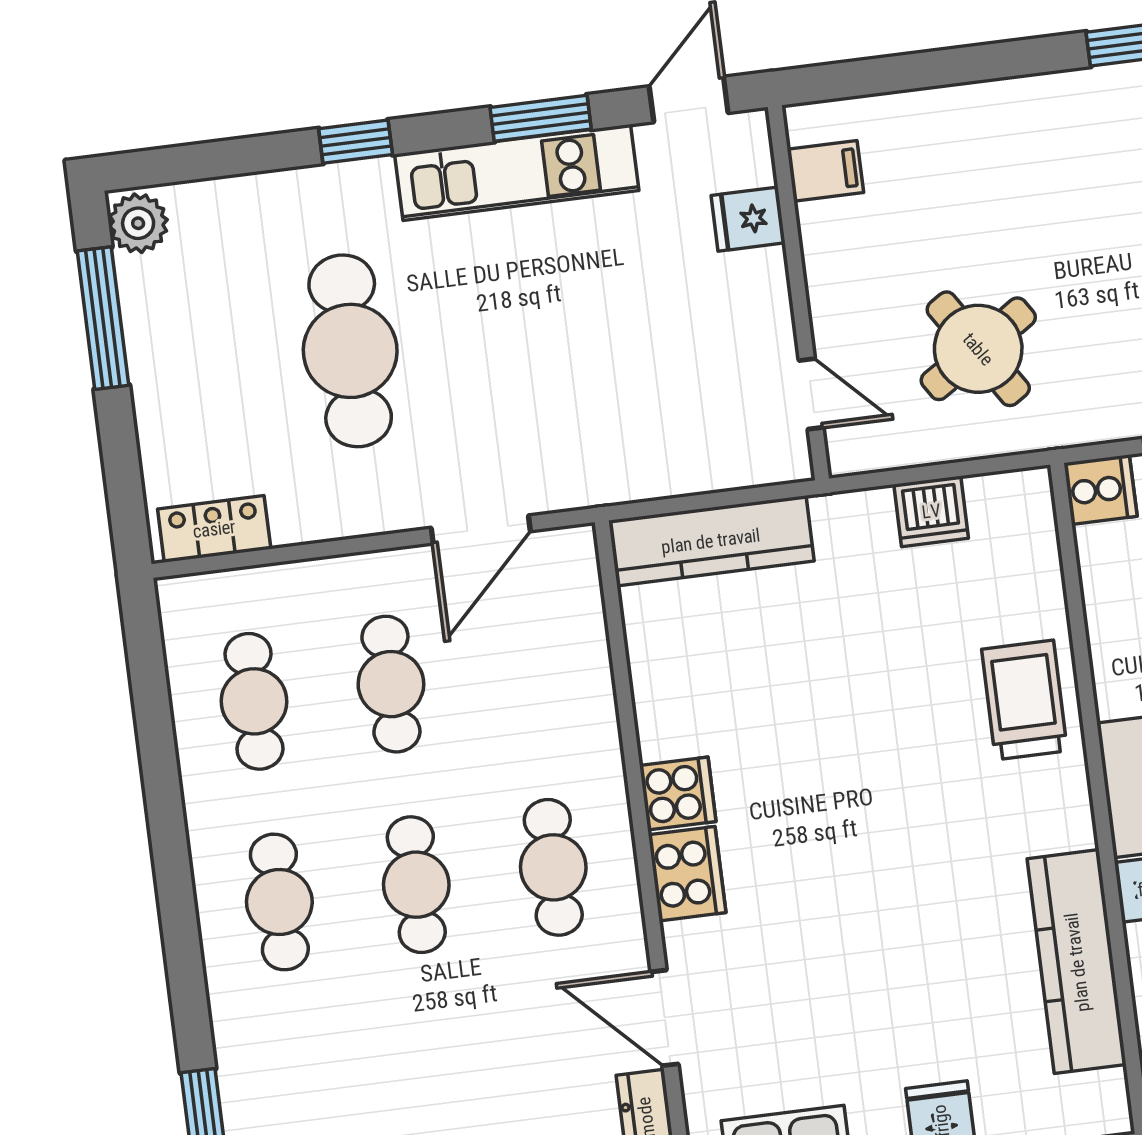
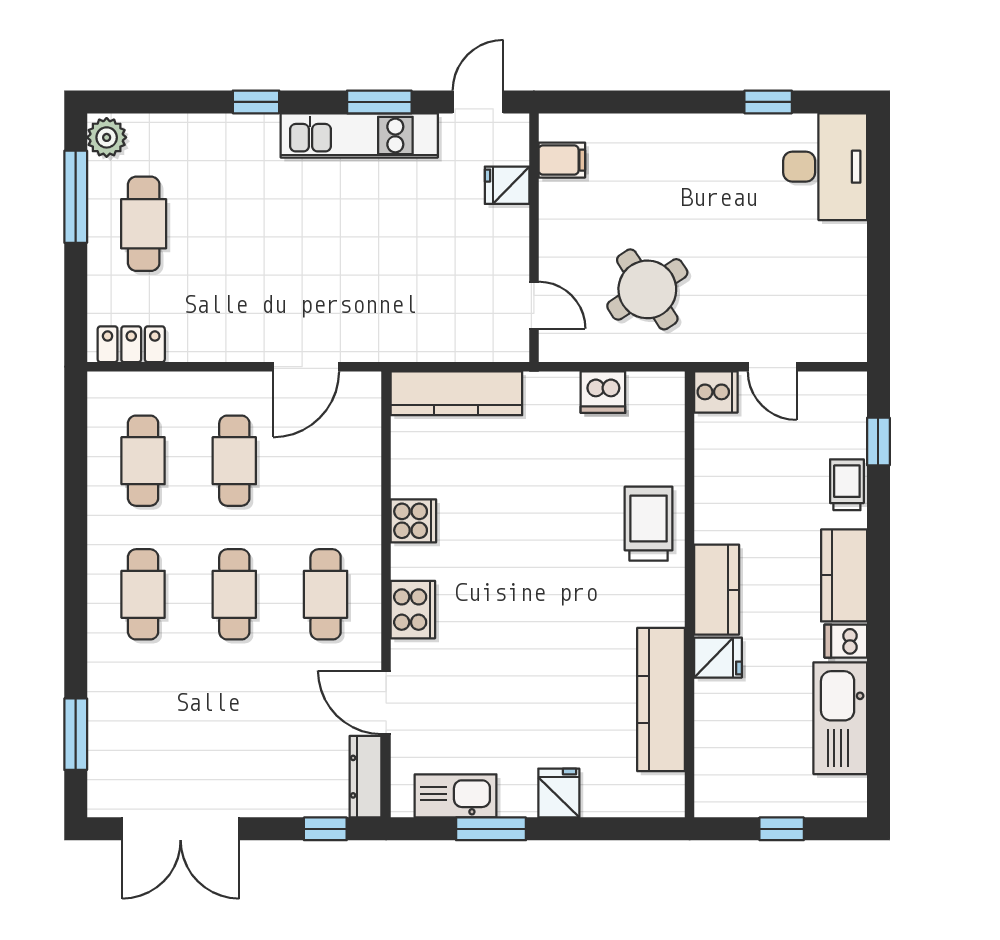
cafe table: (350, 351) -> (144, 224), moved, width x0.73, depth x0.74
cooker: (678, 794) -> (413, 521), moved

